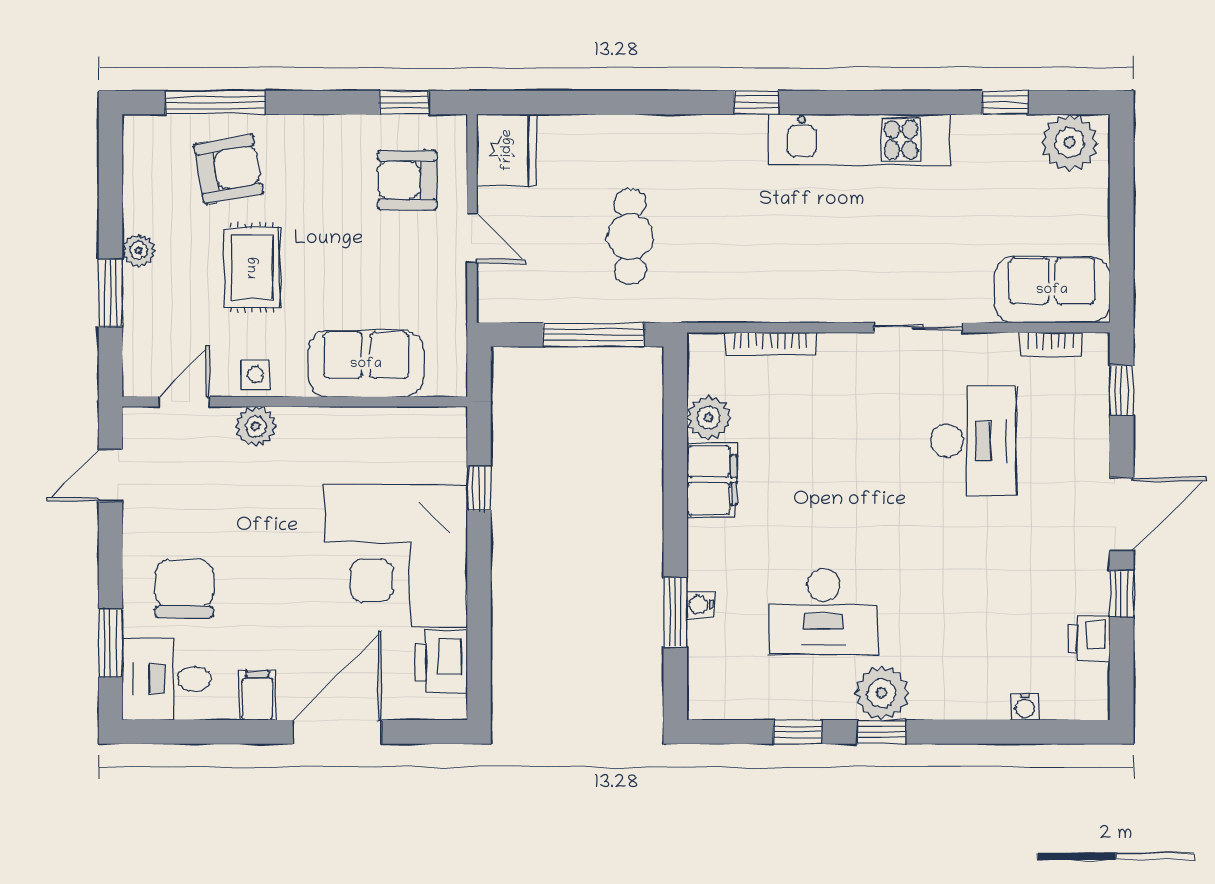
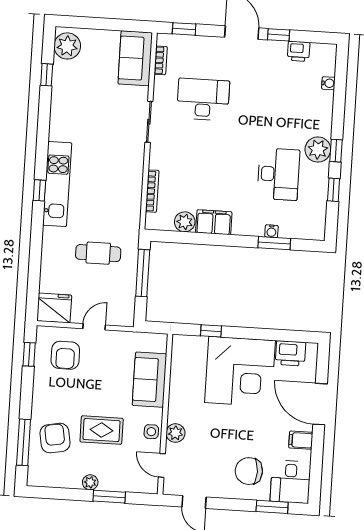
kitchen unit: (859, 140) -> (57, 184), moved

